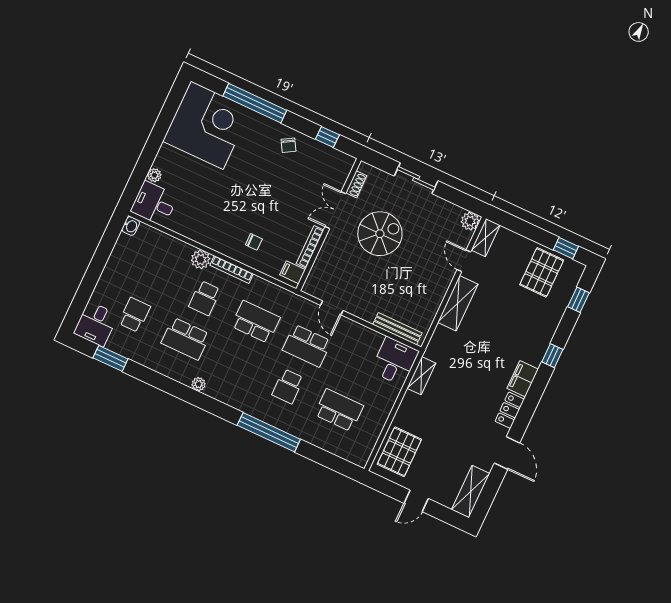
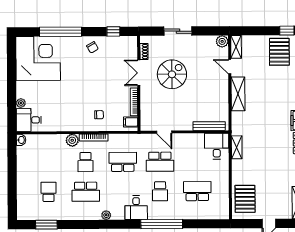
desk: (96, 324) -> (136, 208), moved

